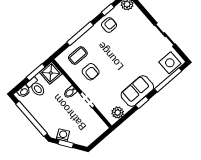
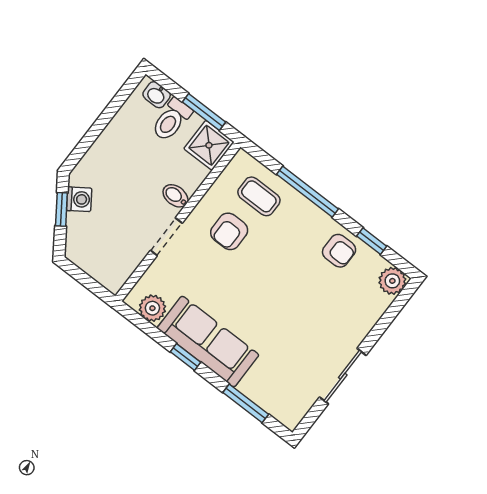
side table: (170, 63) -> (284, 400), removed
window: (168, 80) -> (246, 403), width x0.69
sofa: (137, 91) -> (208, 342), width x1.36
window: (31, 119) -> (101, 124), removed

